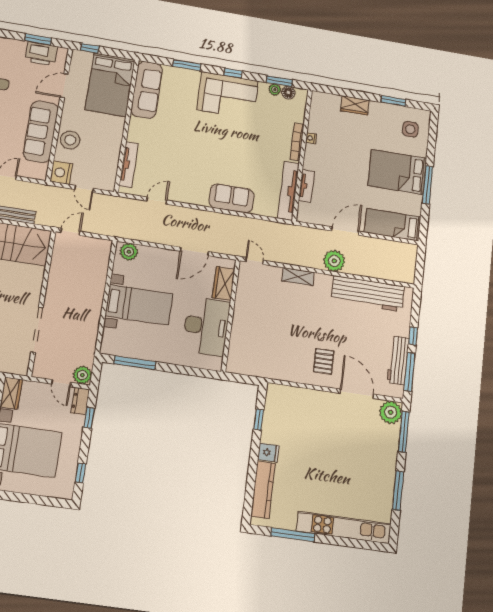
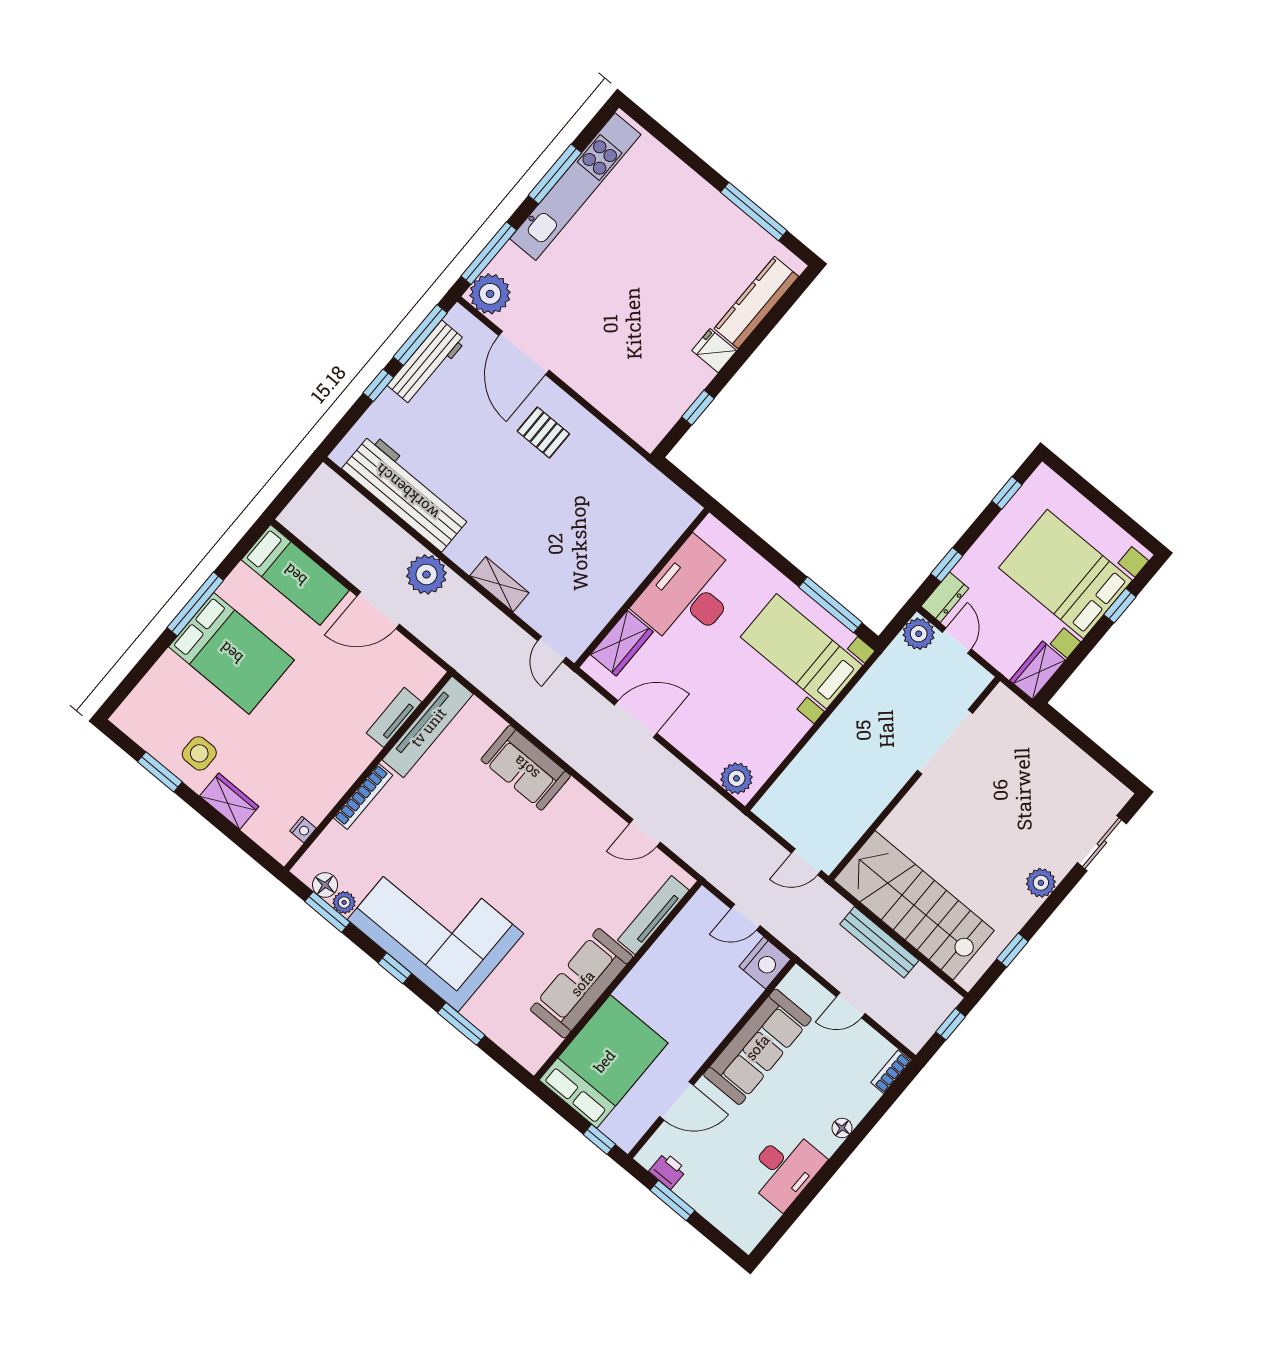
printer: (41, 54) -> (668, 1171), width x0.53, depth x0.68
sofa: (147, 90) -> (582, 983), moved
corner sofa: (228, 95) -> (435, 927), width x1.36, depth x1.36
side table: (410, 129) -> (199, 753), moved
nightstand: (311, 138) -> (303, 830), moved
stool: (70, 140) -> (720, 1007), removed
door: (84, 189) -> (745, 917), swing flipped
bed with nightstands: (139, 305) -> (801, 651), moved
pallet: (324, 361) -> (543, 432), turned 90
kitchen unit: (344, 527) -> (575, 187), moved, turned -90

